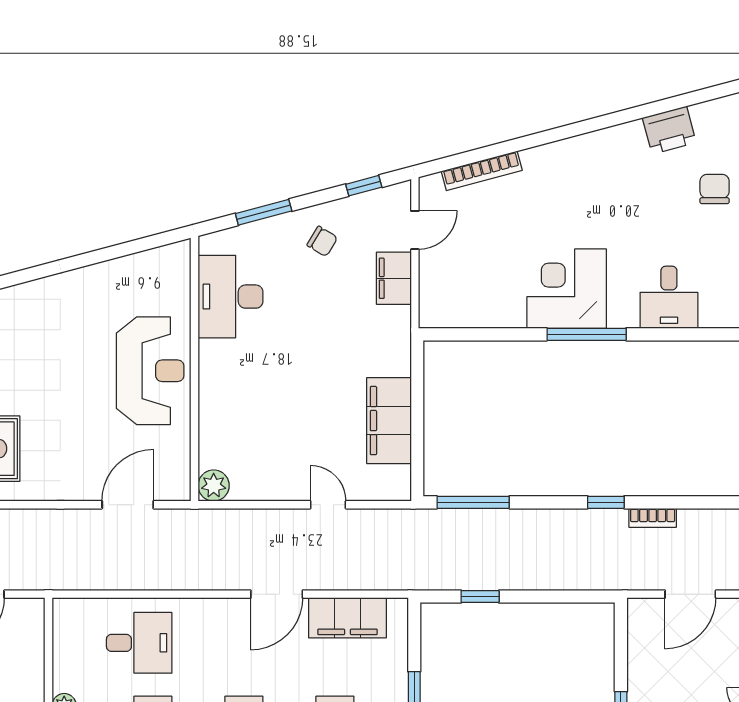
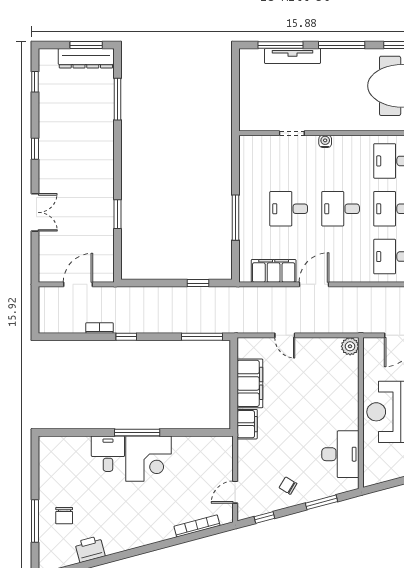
filing cabinet: (394, 278) -> (247, 424), moved
desk: (669, 297) -> (108, 454), moved

